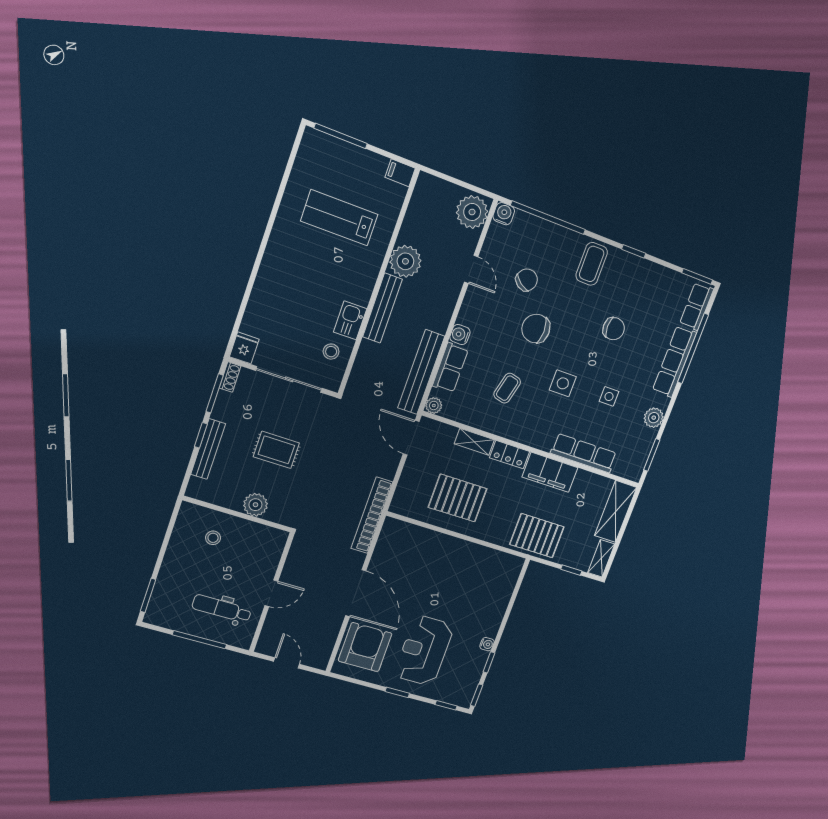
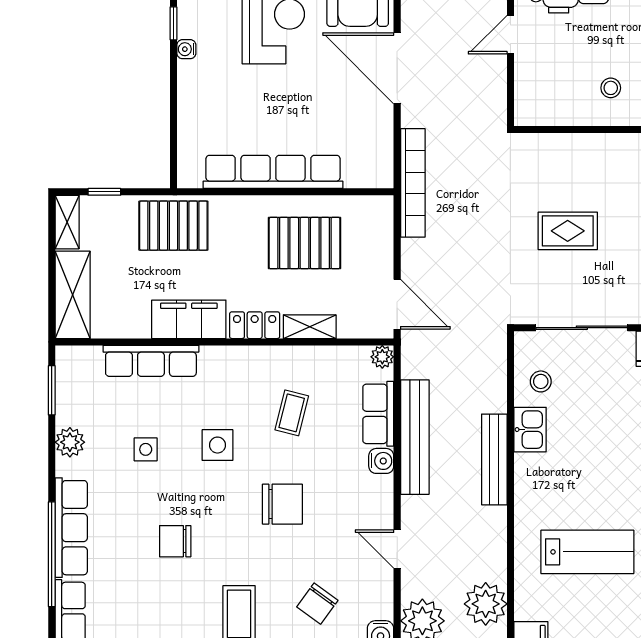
plant: (405, 261) -> (486, 604), moved
chair: (527, 280) -> (317, 604), moved
bench: (421, 372) -> (415, 437), moved
plant: (255, 505) -> (571, 149), removed
row of seats: (461, 551) -> (273, 172), added

